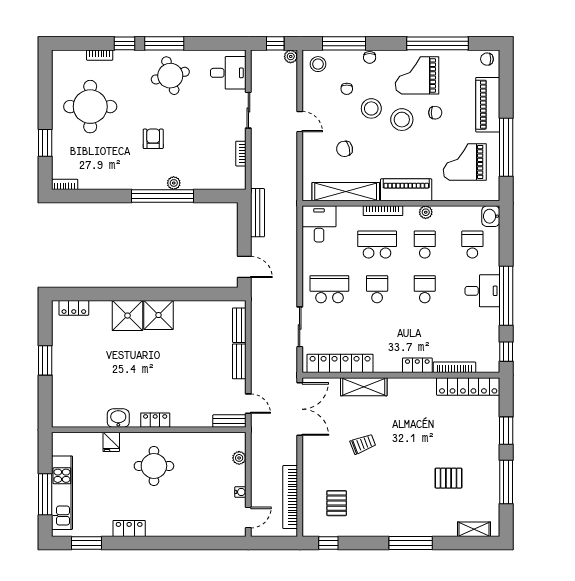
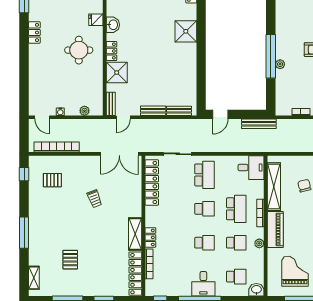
shower: (158, 315) -> (117, 73), moved
shelving: (364, 387) -> (135, 234), moved

